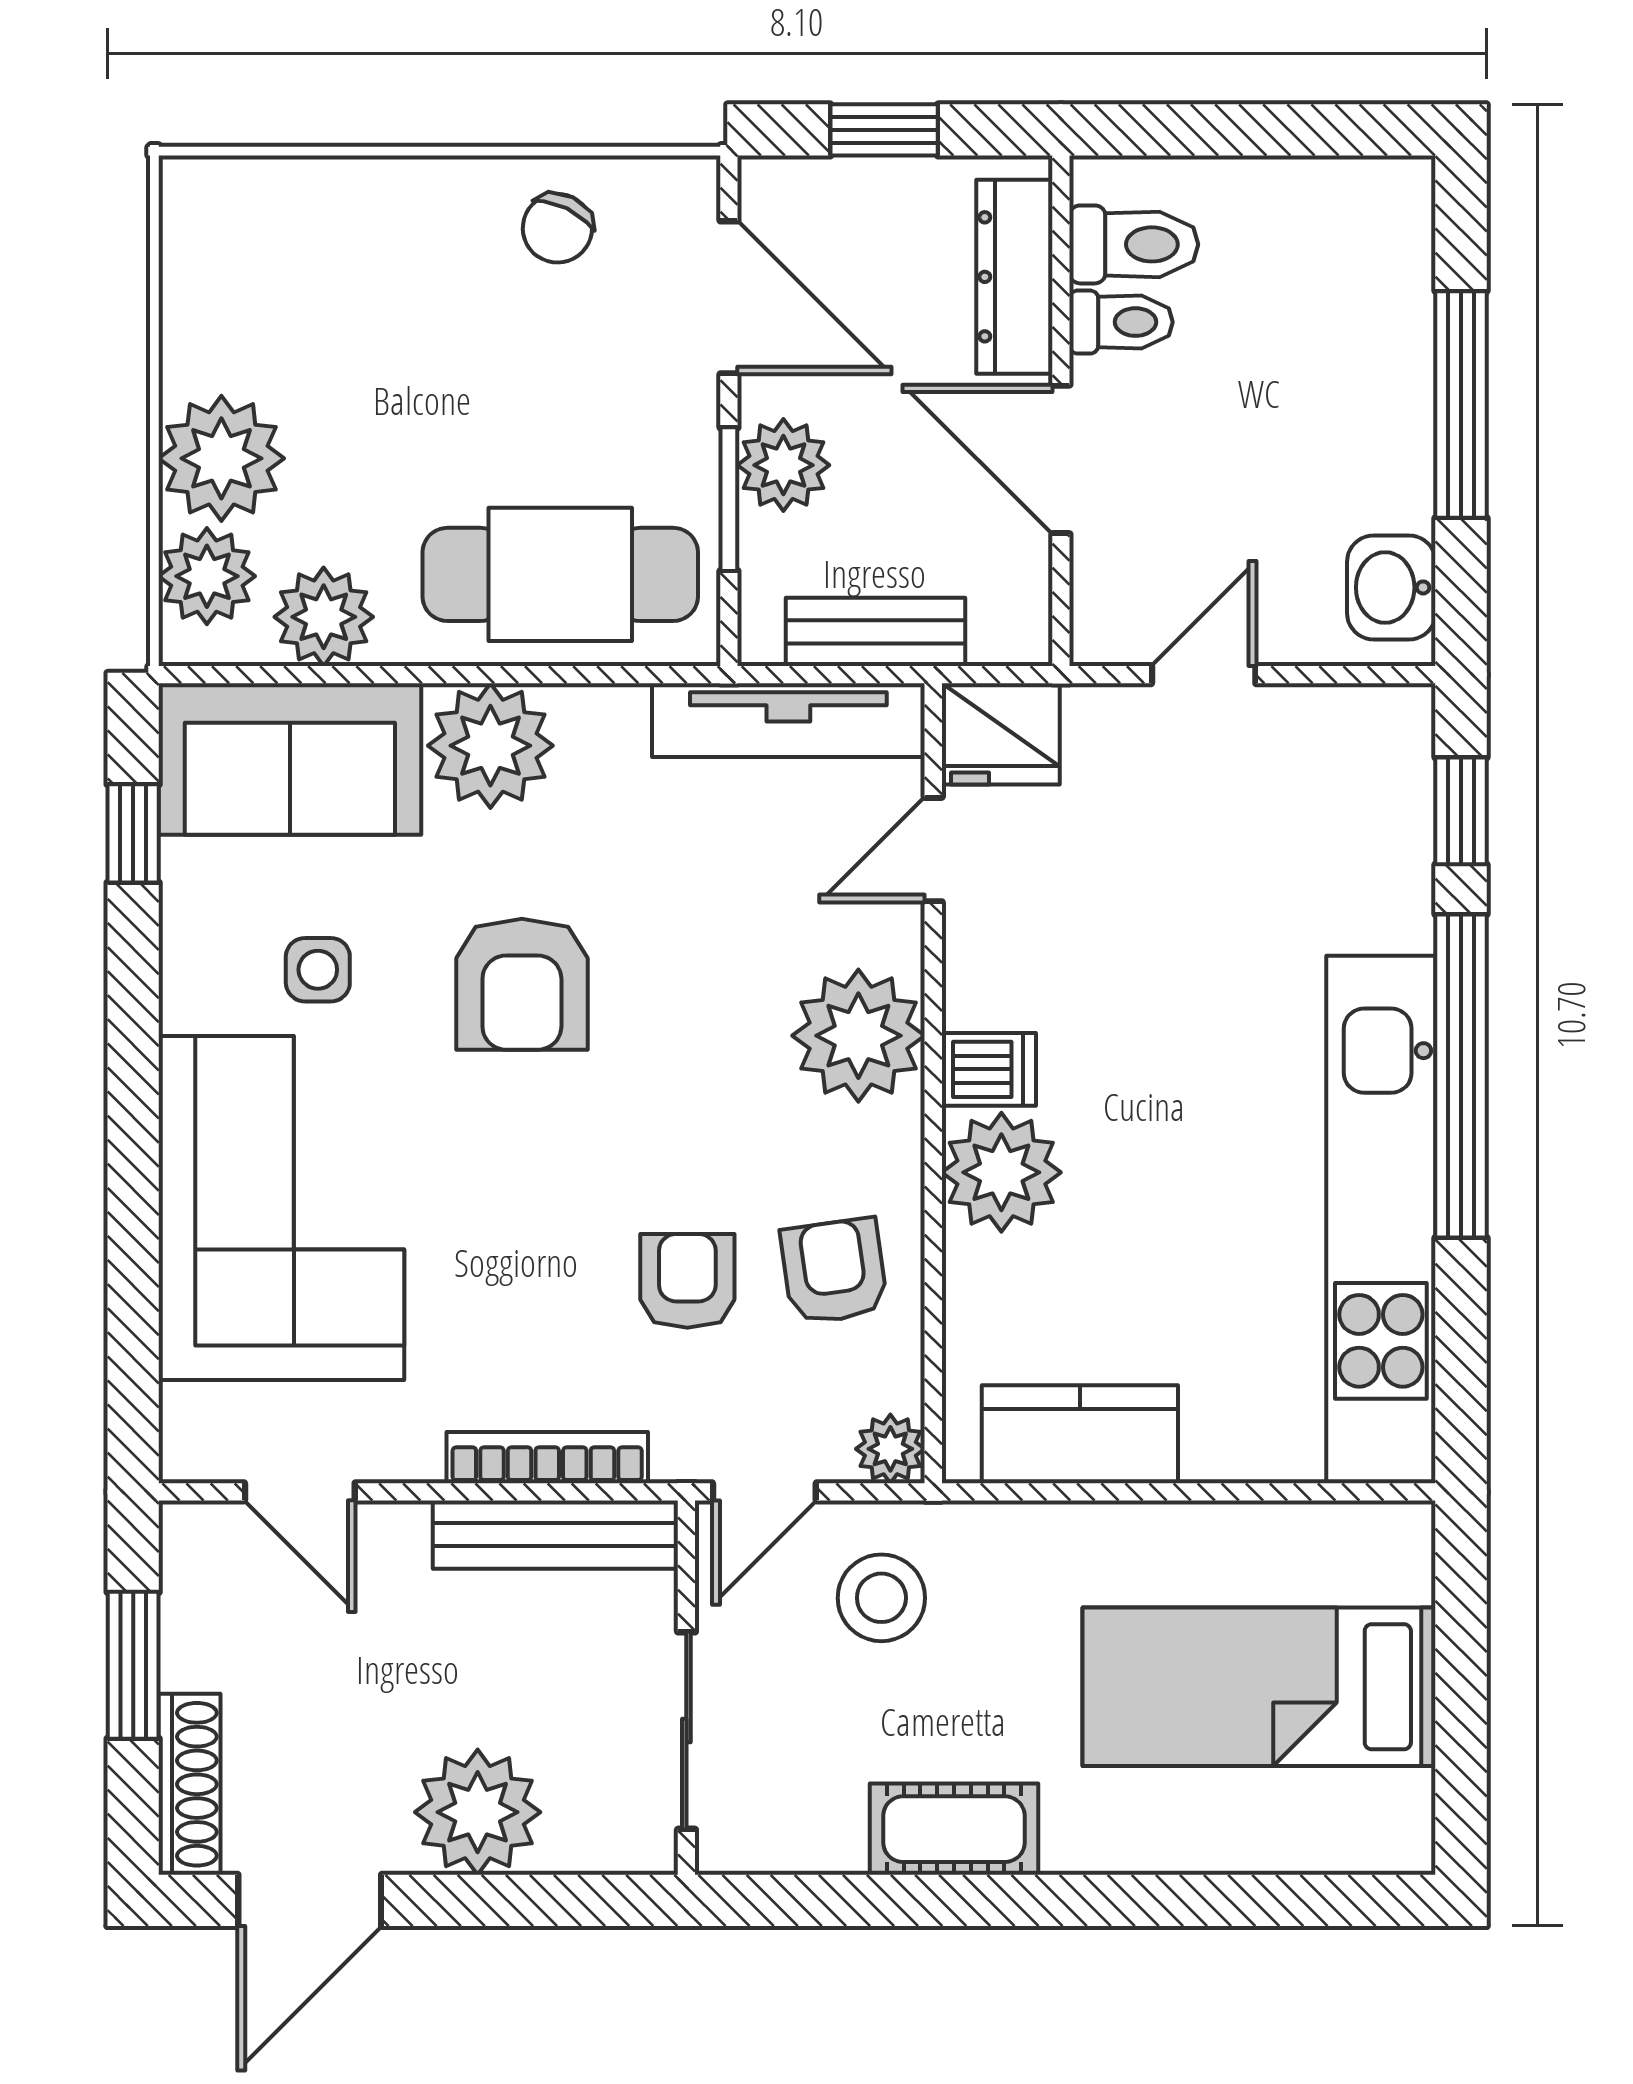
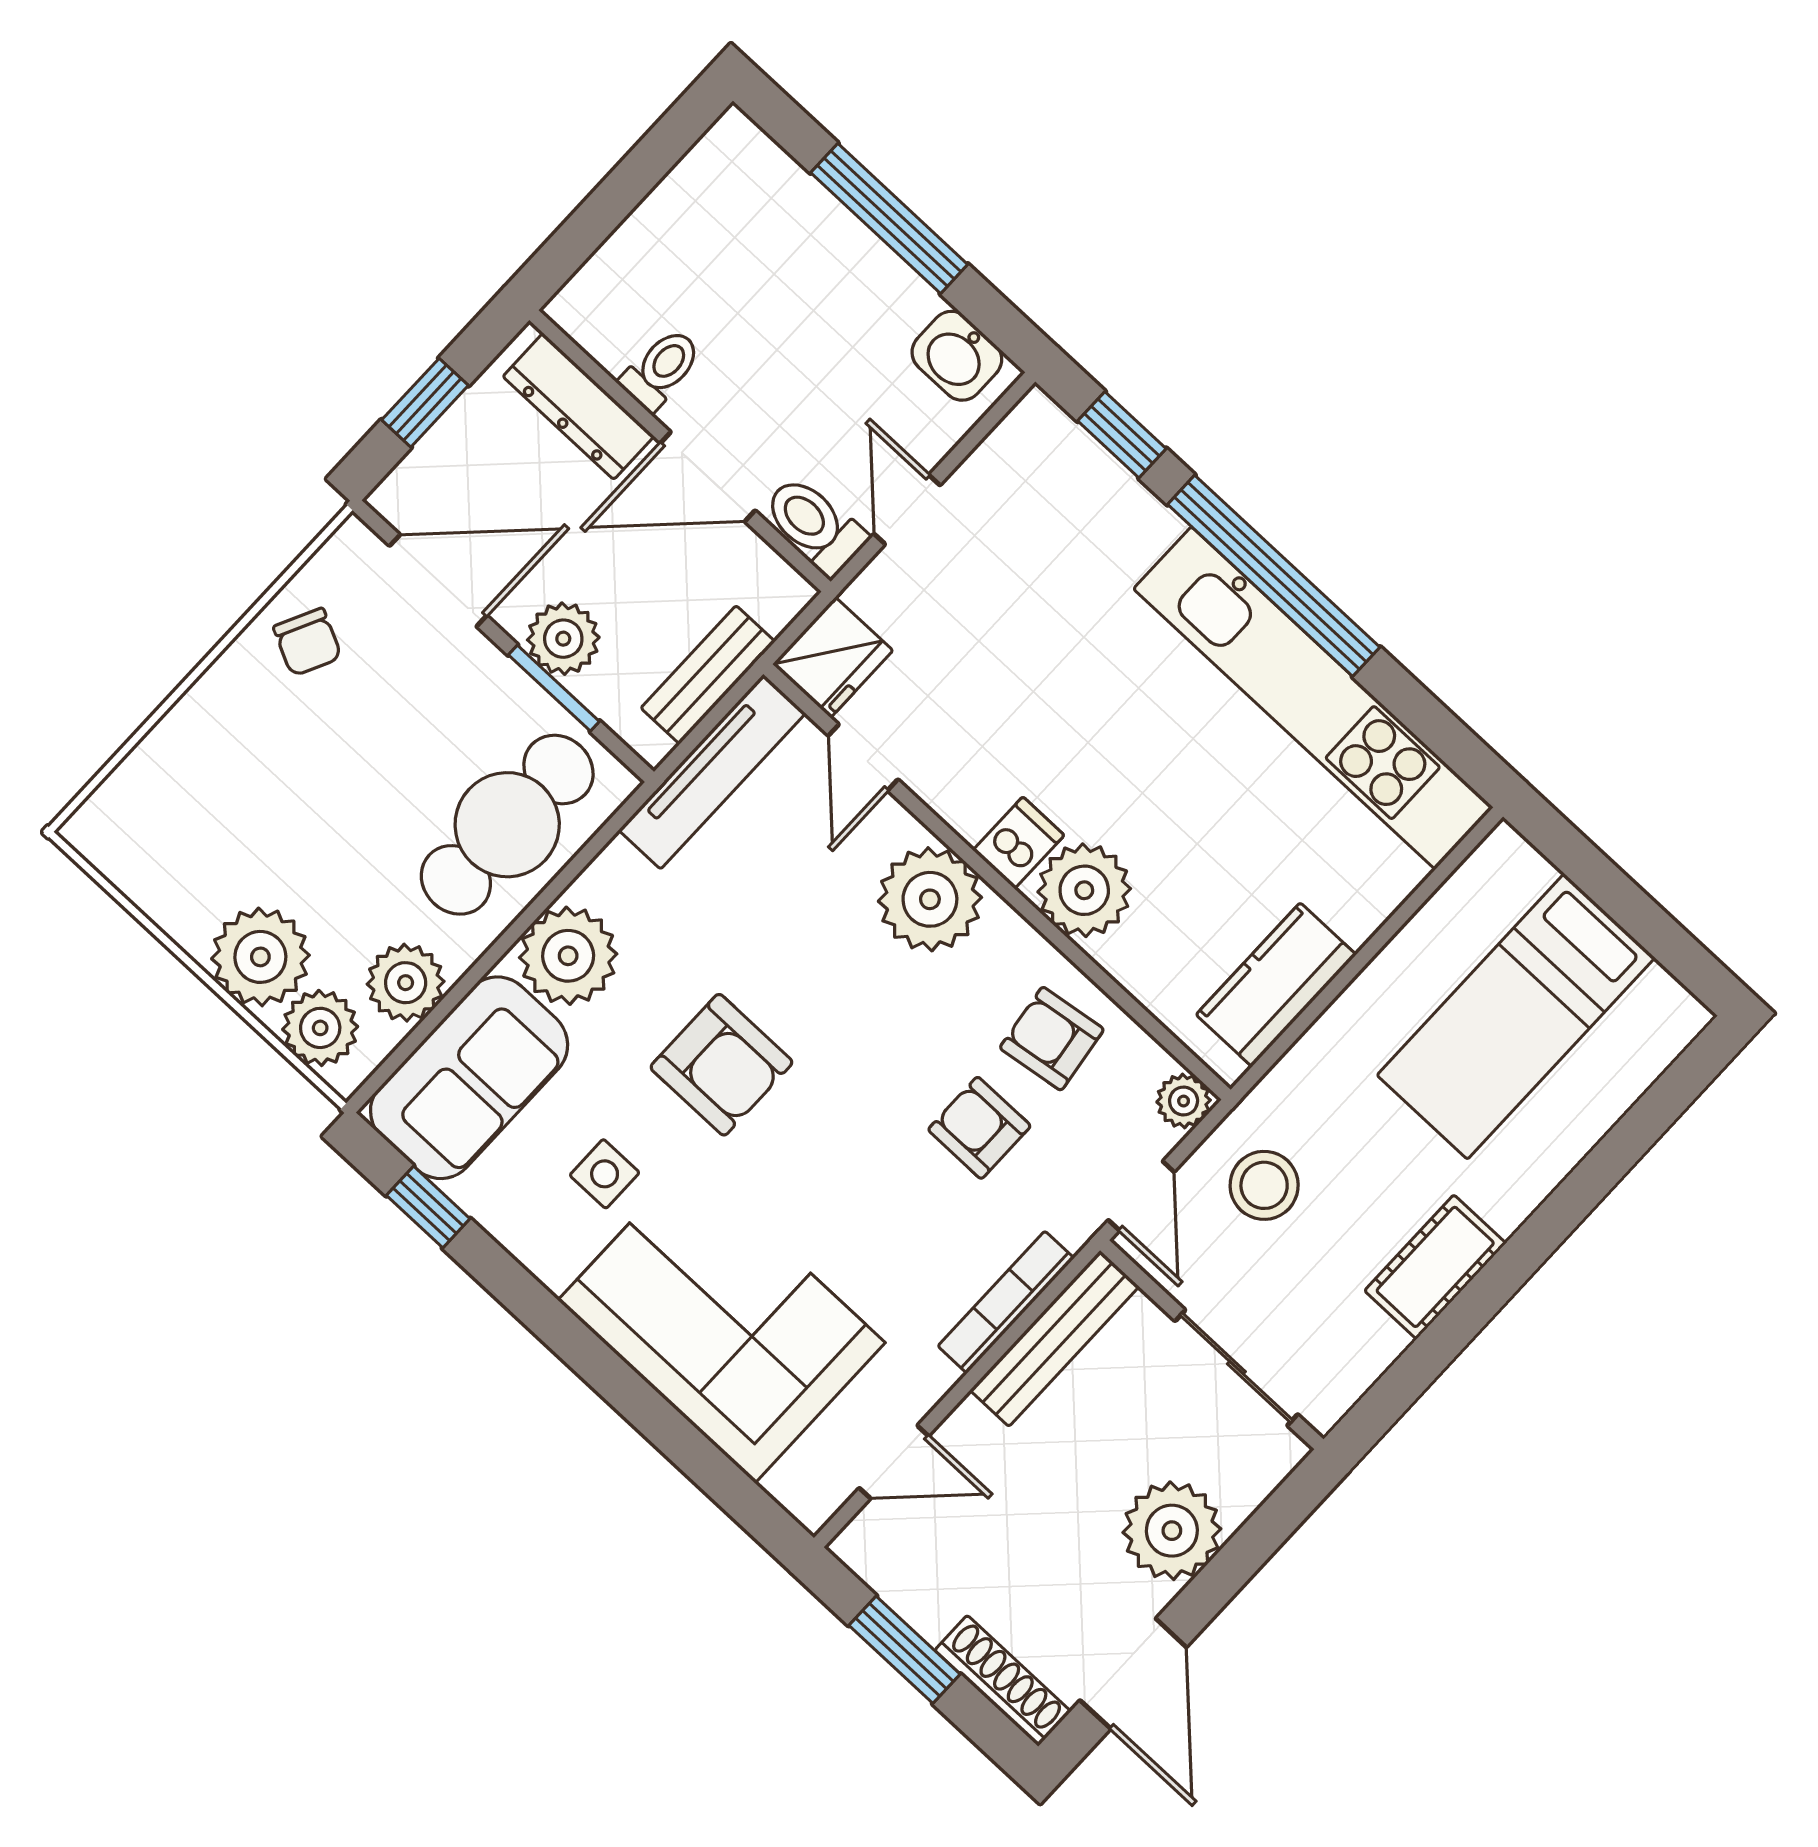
toilet: (1134, 244) -> (815, 525), moved, turned -90

